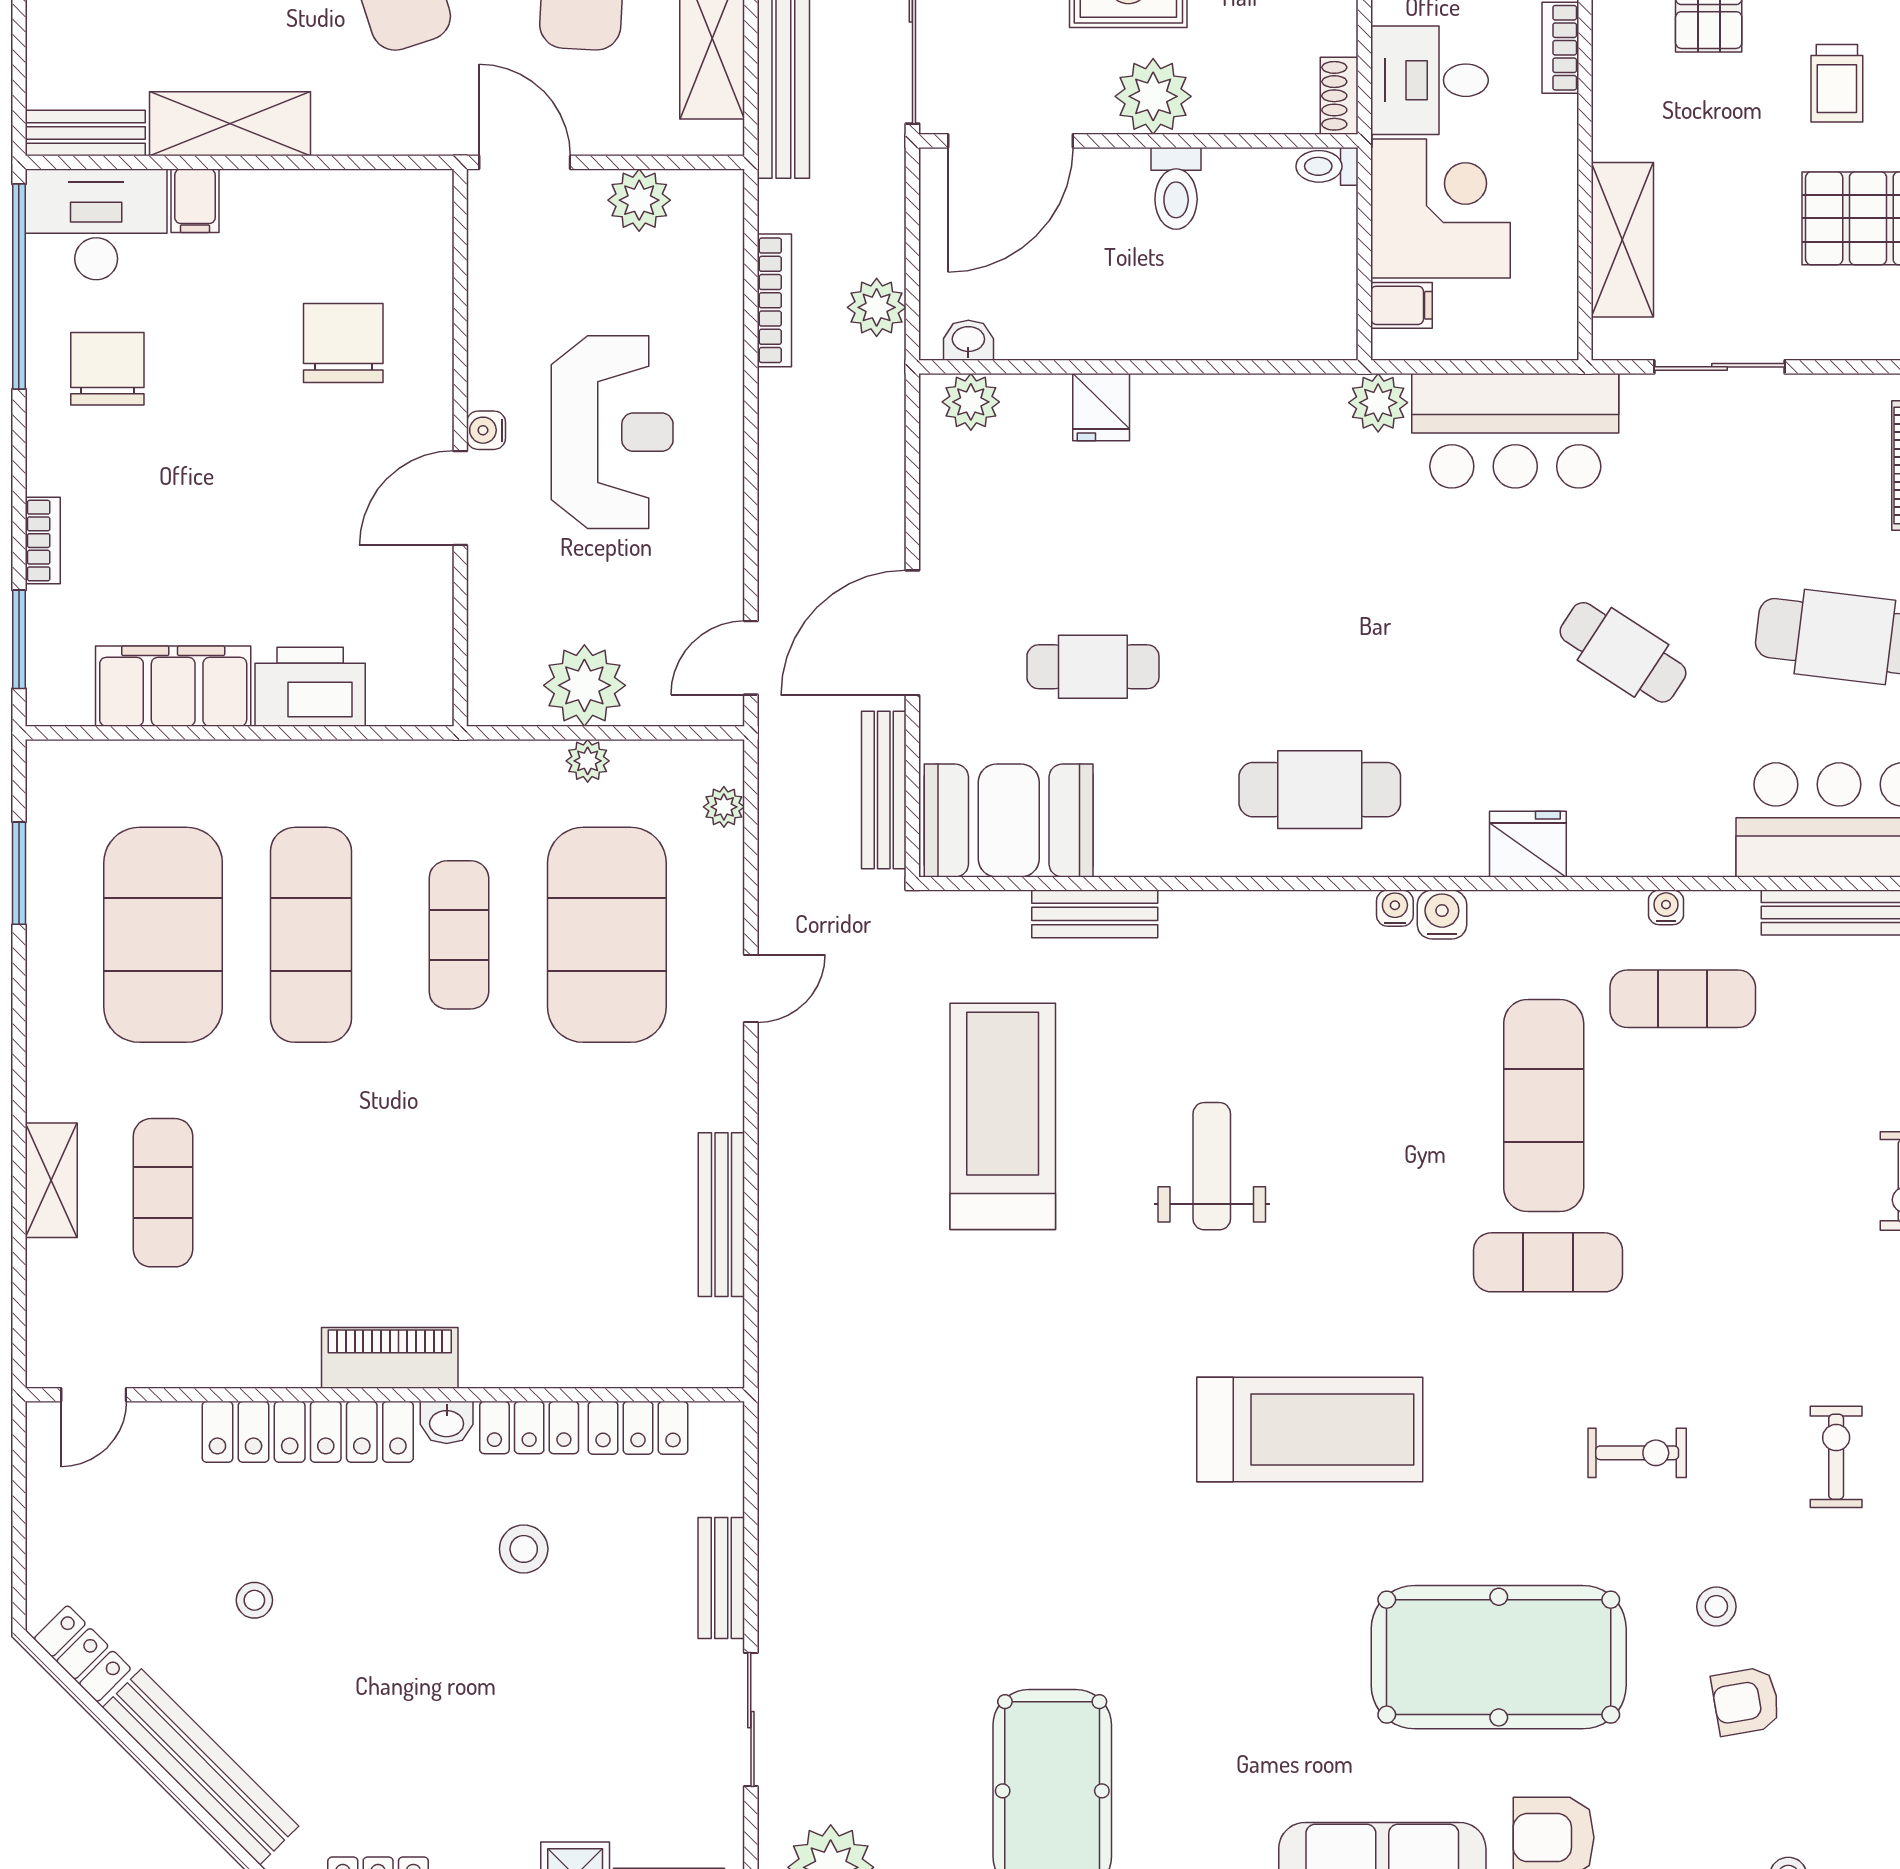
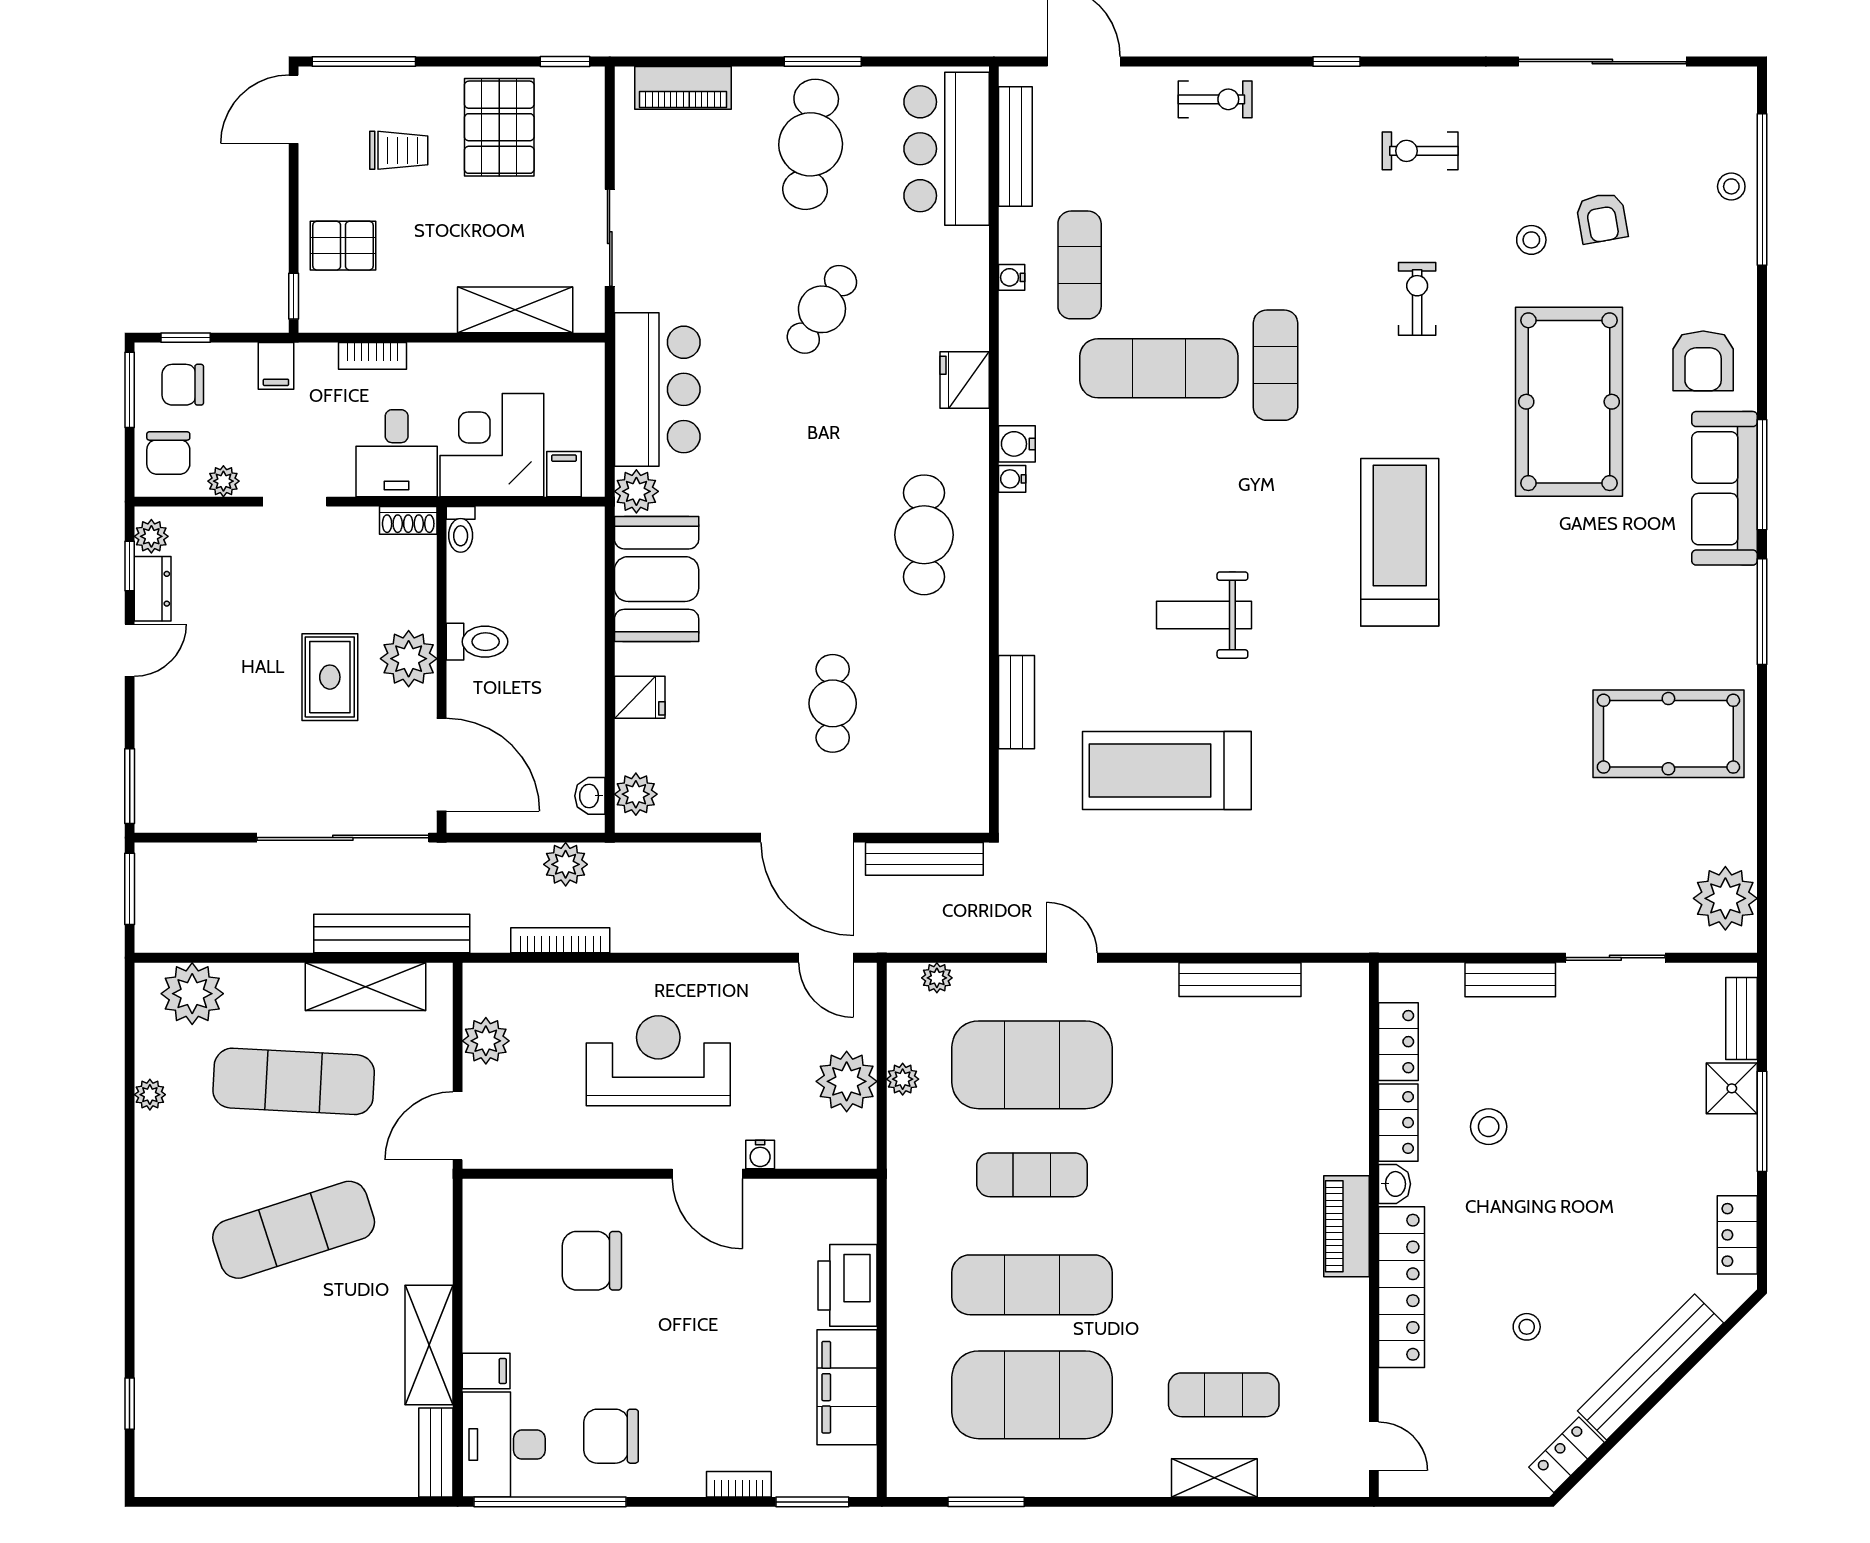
water cooler: (486, 430) -> (760, 1155), moved
booth: (1009, 821) -> (657, 579), moved

